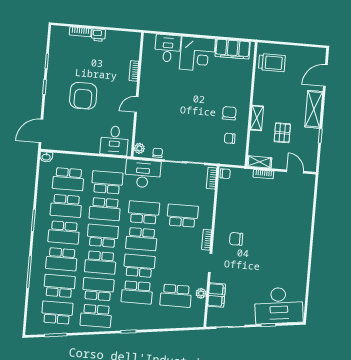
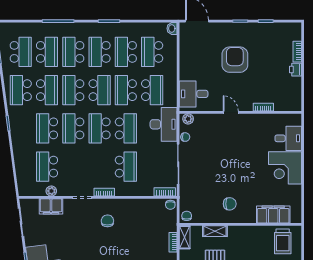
filing cabinet: (233, 49) -> (273, 215), moved, turned 90
armchair: (83, 96) -> (235, 60), turned 90
shelving: (257, 118) -> (215, 231), moved
chair: (230, 138) -> (187, 216), moved
school desk: (139, 266) -> (73, 128), turned 180

